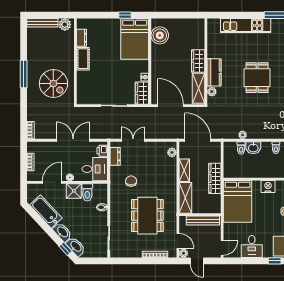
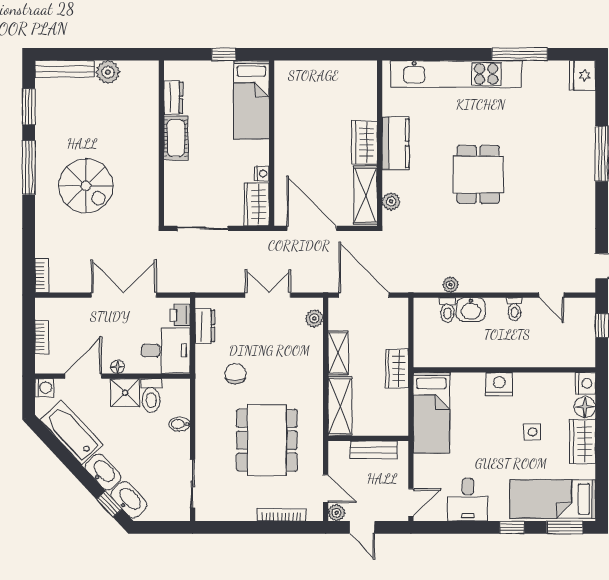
kitchen unit: (246, 25) -> (456, 74), width x1.36
boiler: (160, 35) -> (291, 93), removed
dresser: (82, 38) -> (173, 98), moved
bed: (135, 39) -> (251, 100), width x0.67
window: (24, 43) -> (29, 107), added
cot: (83, 59) -> (176, 138), moved
wall: (75, 61) -> (161, 143), moved
kitchen counter: (214, 72) -> (395, 143), moved
double door: (133, 140) -> (268, 295), moved
wardrobe: (215, 178) -> (397, 369), width x0.67
washing machine: (32, 188) -> (44, 388), added
bed: (238, 201) -> (432, 413), width x0.67
bench: (203, 221) -> (374, 450), width x0.73

